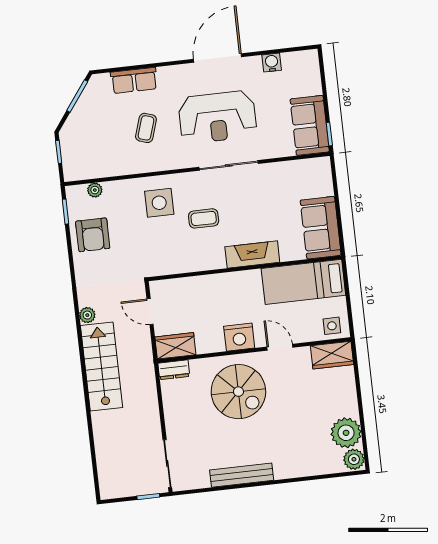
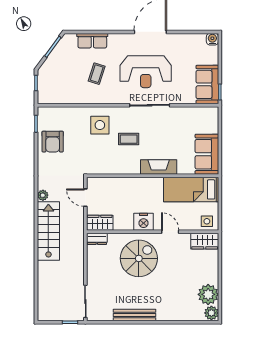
water cooler: (272, 63) -> (212, 39), moved
plant: (95, 190) -> (57, 112), removed
spiral stairs: (238, 392) -> (139, 258), turned -90

